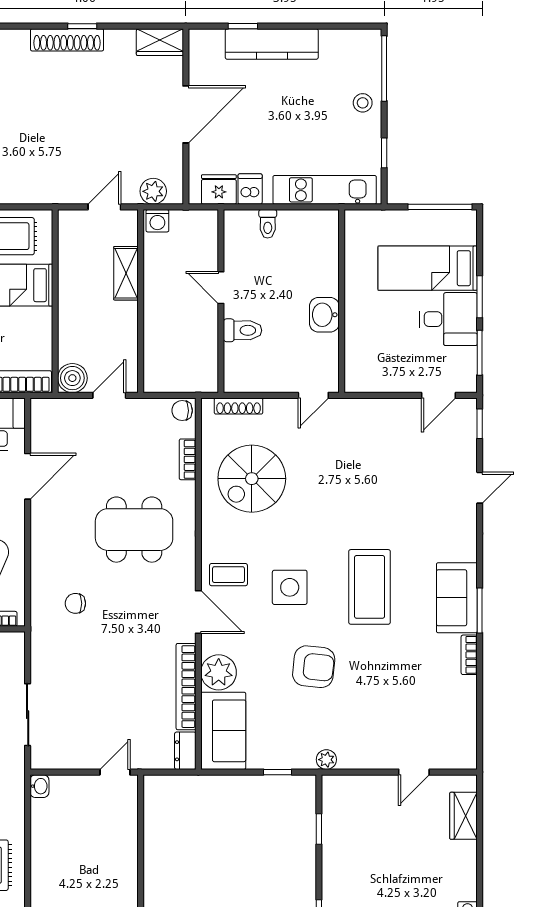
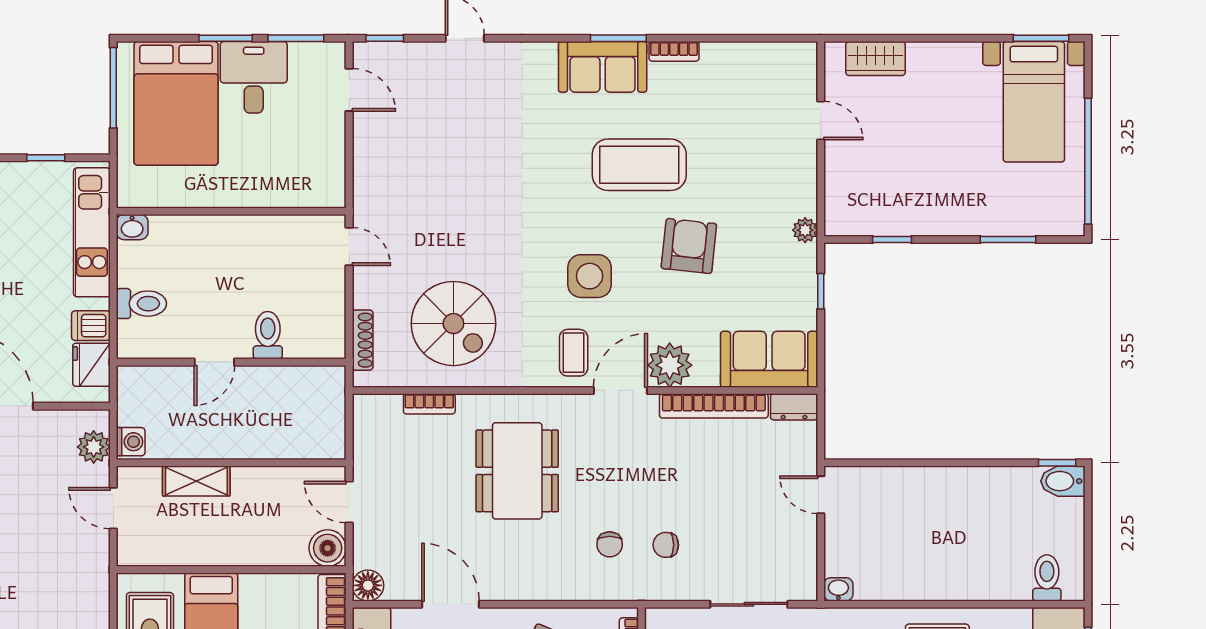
toilet: (268, 224) -> (141, 304), width x1.37, depth x1.39
bed: (428, 268) -> (176, 103), width x1.50
washbasin: (324, 315) -> (132, 227), moved, width x0.72, depth x0.69
floor lamp: (43, 410) -> (368, 585), added
chair: (182, 411) -> (666, 545), moved, turned 90
coffee table: (370, 587) -> (639, 165), moved
plant: (219, 672) -> (670, 365), moved

